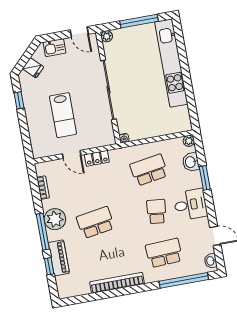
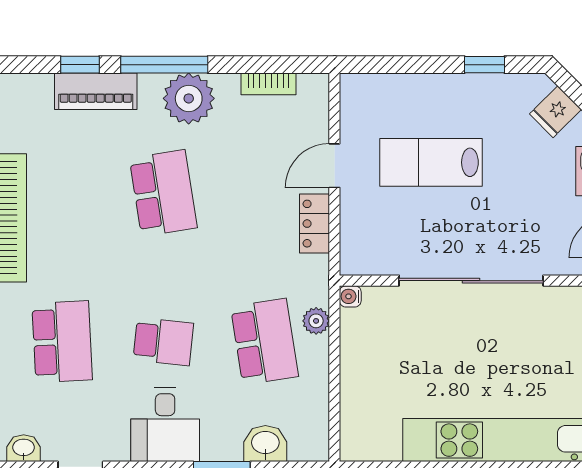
plant: (189, 141) -> (316, 321), moved

